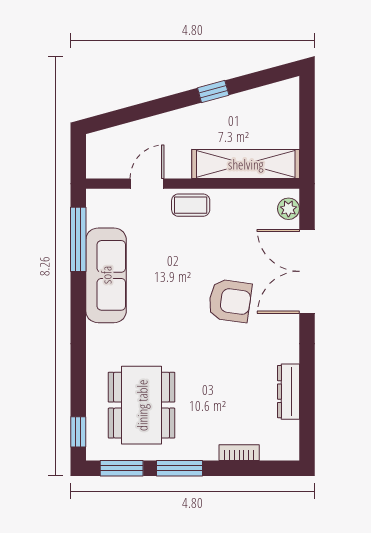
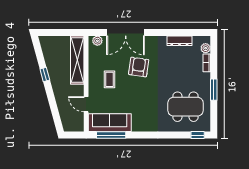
coffee table: (191, 205) -> (110, 79), moved
sofa: (106, 275) -> (110, 123), moved
plant: (272, 450) -> (206, 48), added
window: (122, 468) -> (214, 116), removed

